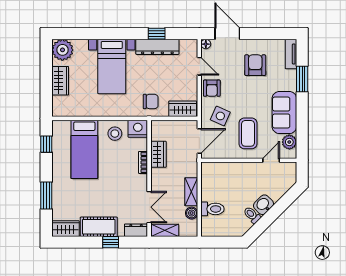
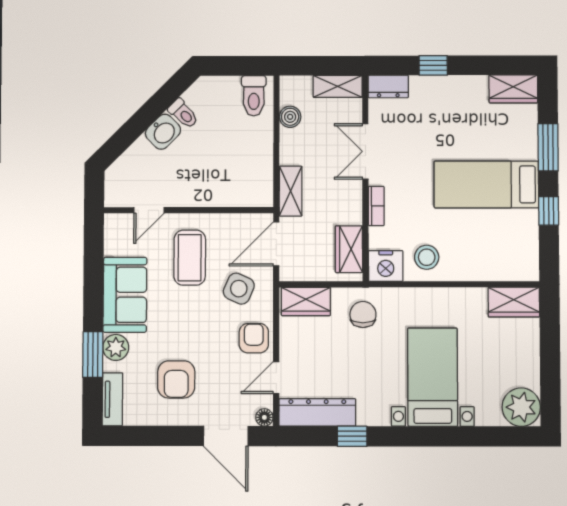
dresser: (157, 47) -> (317, 412), moved
door: (199, 66) -> (276, 378), hinge flipped
wardrobe: (60, 81) -> (514, 302), moved, turned -90
chair: (151, 101) -> (363, 315), turned 90
plant: (289, 142) -> (116, 347), moved
window: (46, 144) -> (549, 211), moved
bed: (84, 149) -> (486, 184), moved, turned -90
wardrobe: (158, 154) -> (349, 249), moved
shelving: (191, 192) -> (291, 191), moved
double door: (149, 207) -> (365, 151), moved
toilet: (212, 209) -> (254, 96), moved, turned -90
cot: (99, 227) -> (454, 92), removed

